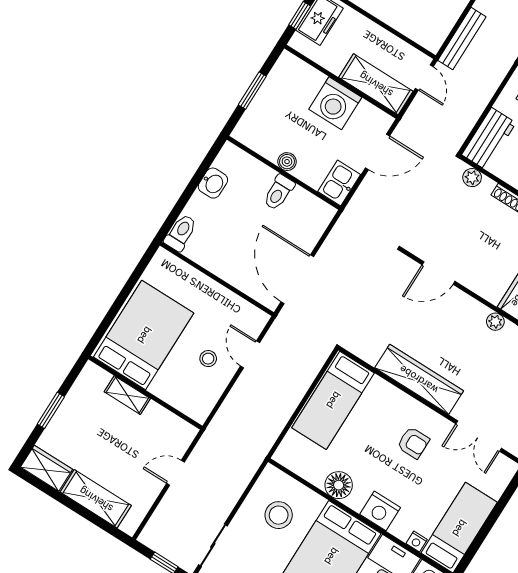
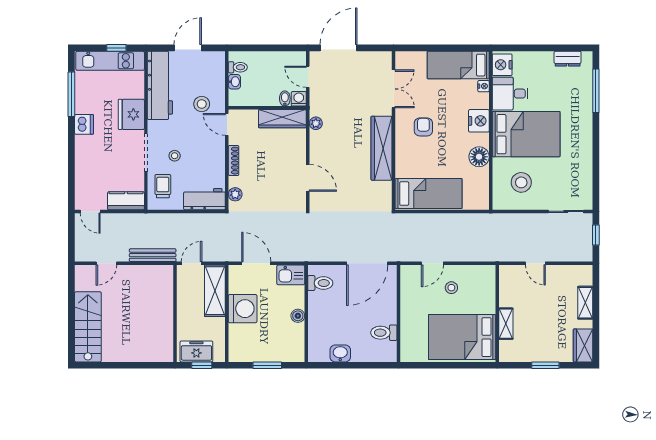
toilet: (279, 192) -> (320, 283), moved
toilet: (181, 233) -> (384, 333), moved
shelving: (96, 499) -> (585, 303), width x0.67, depth x0.75

